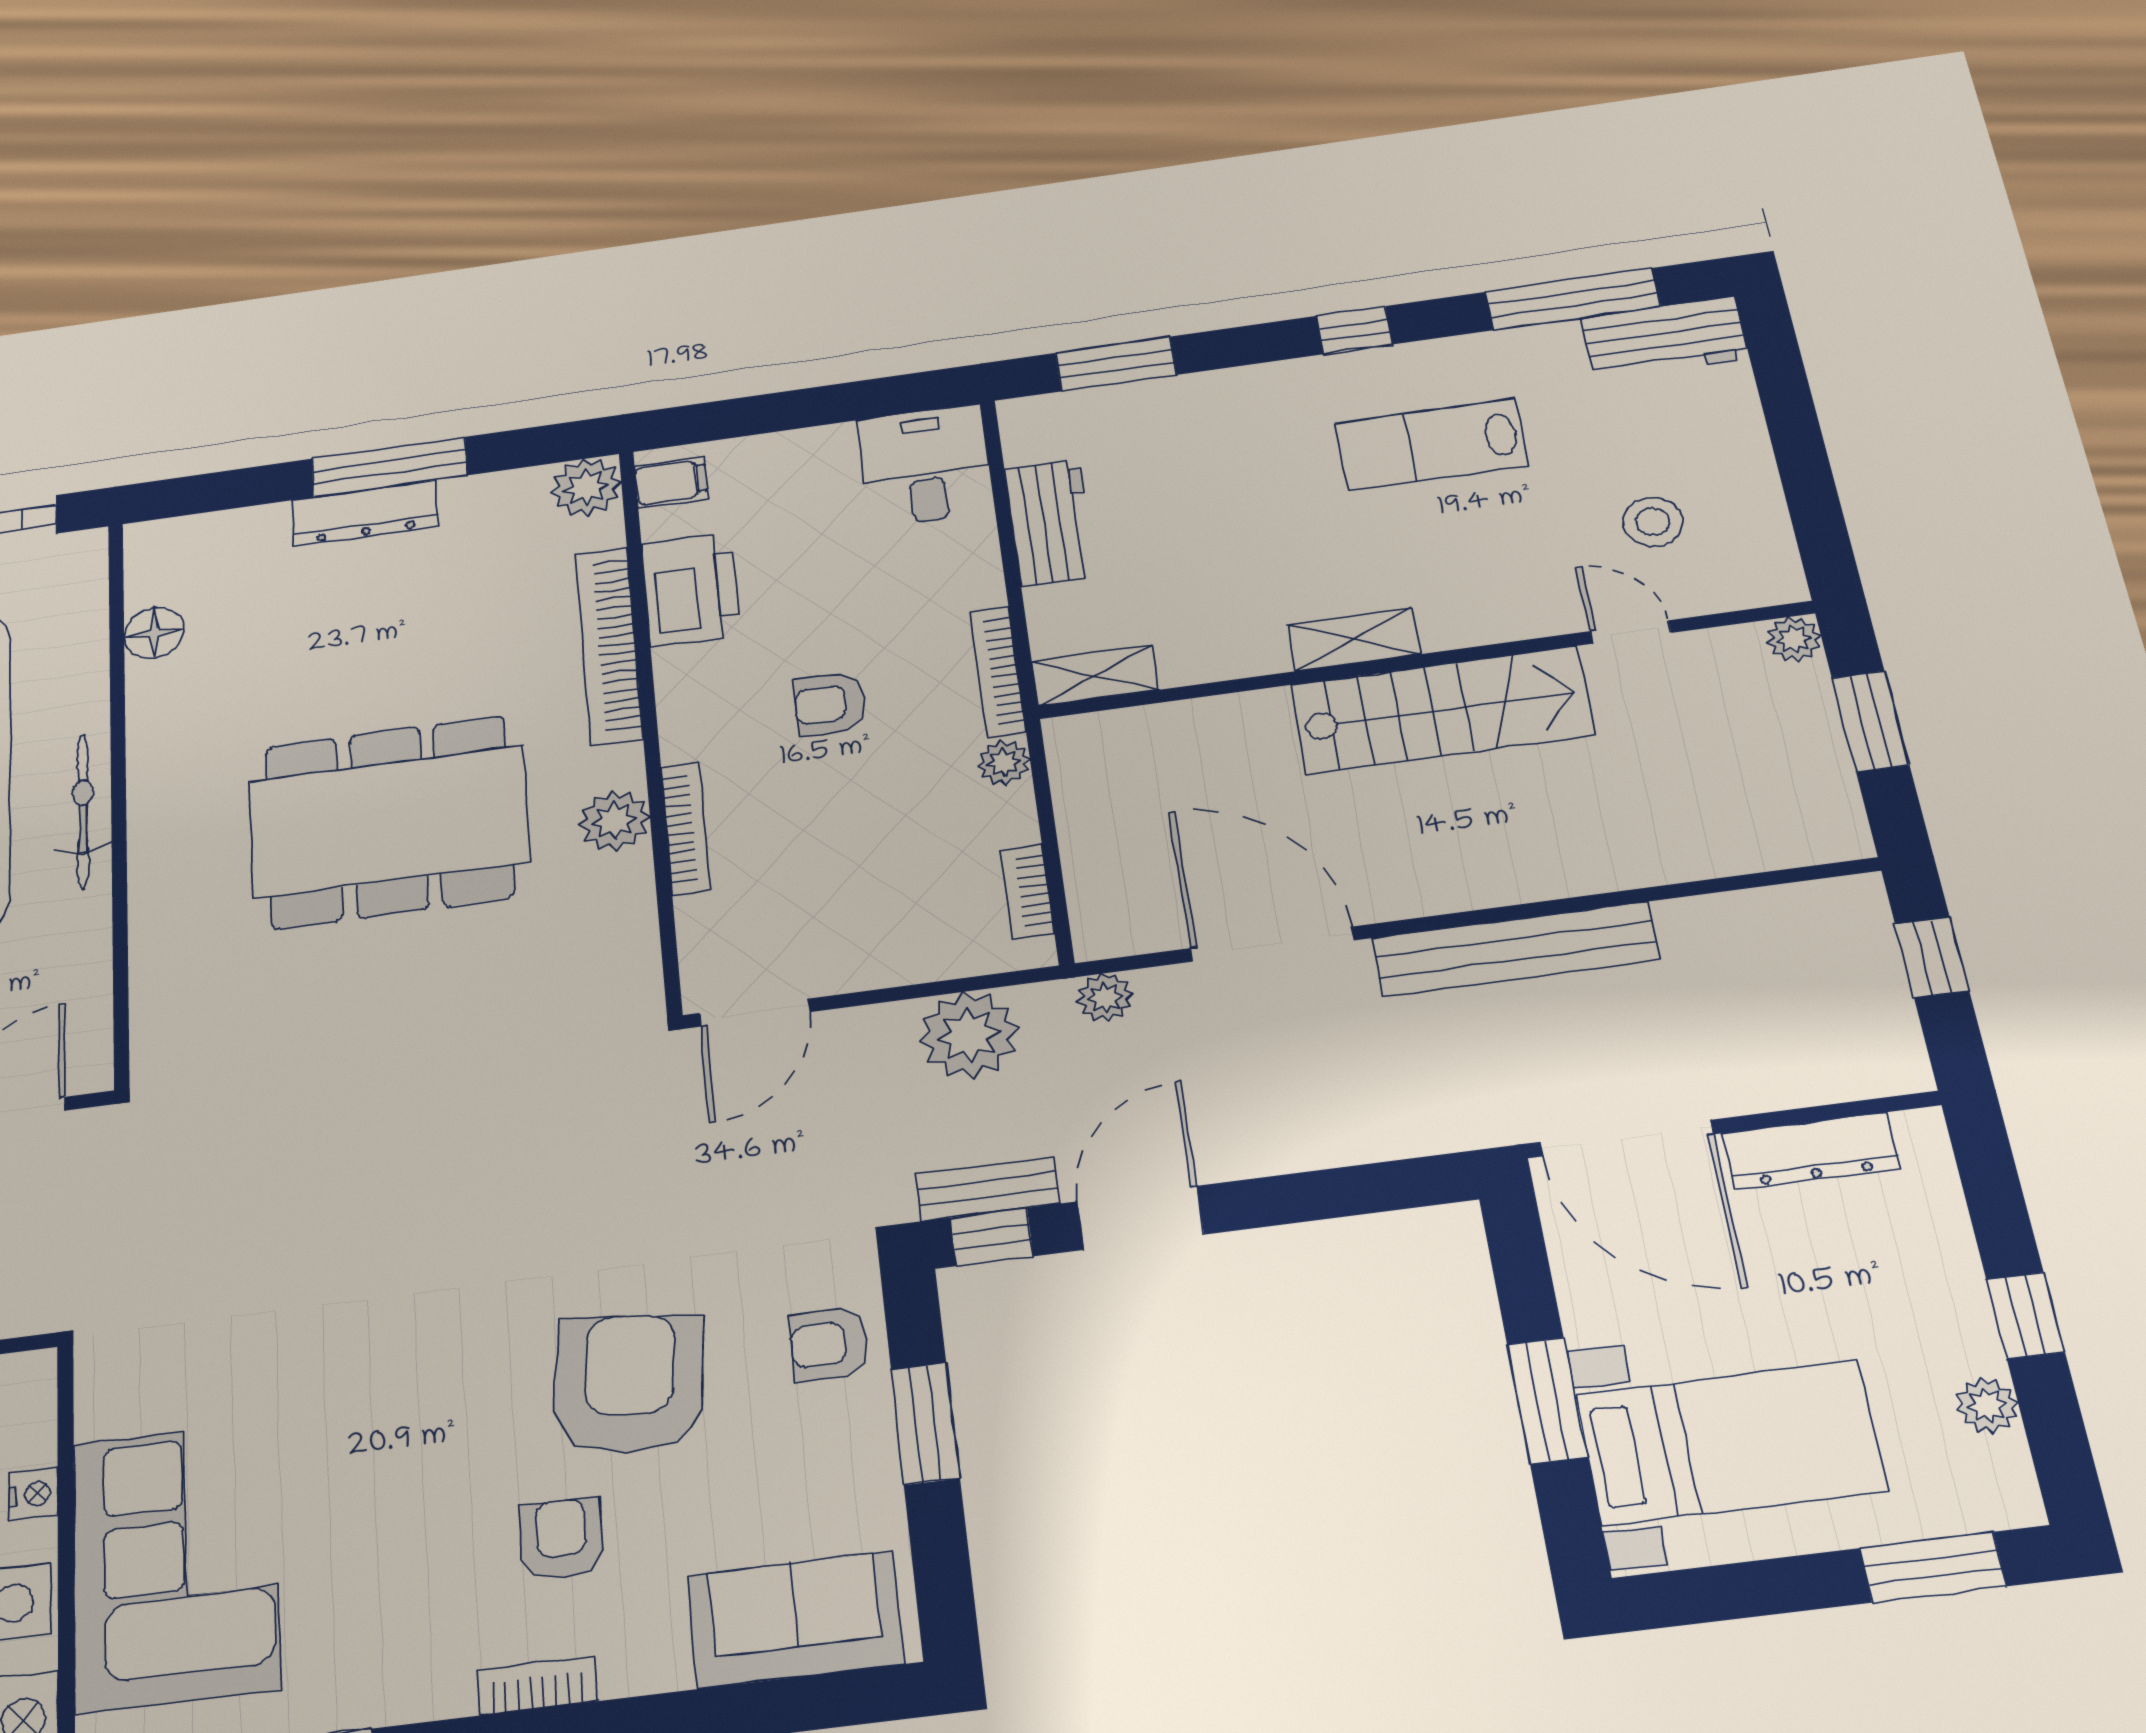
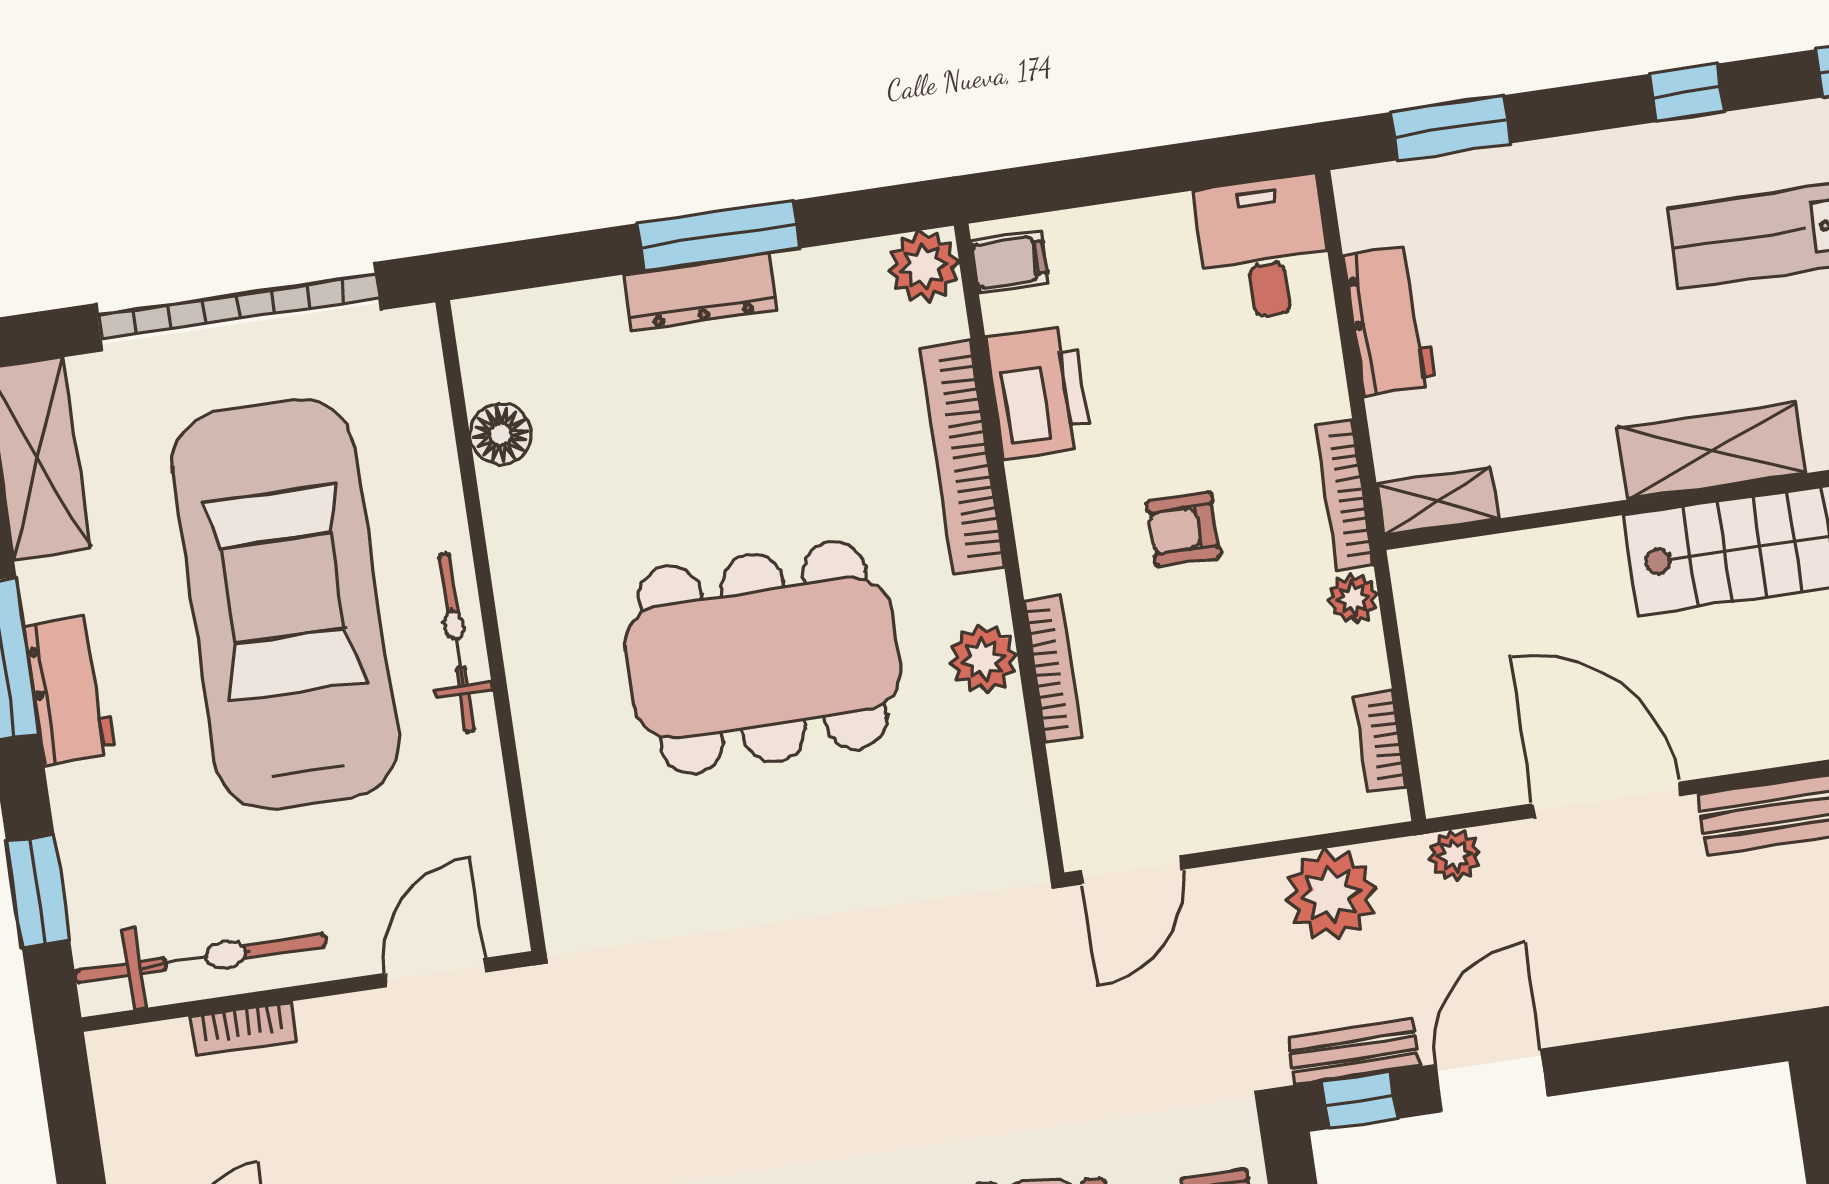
shelving: (1354, 639) -> (1711, 451), width x1.50, depth x1.33

